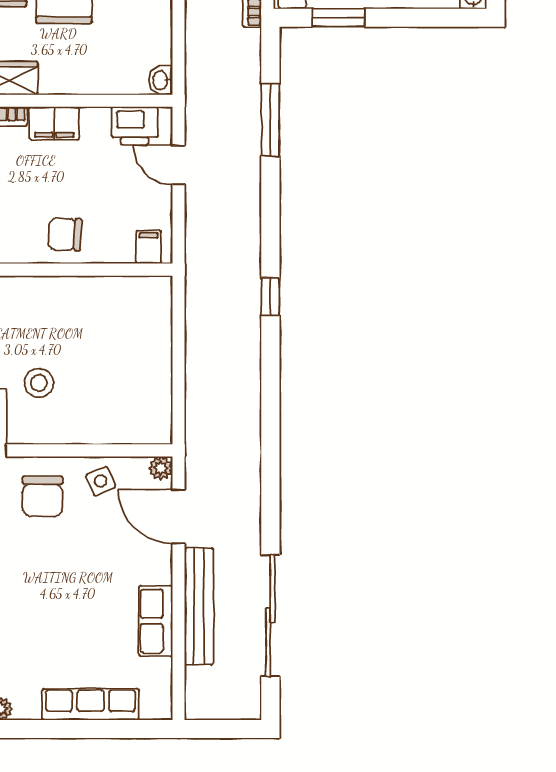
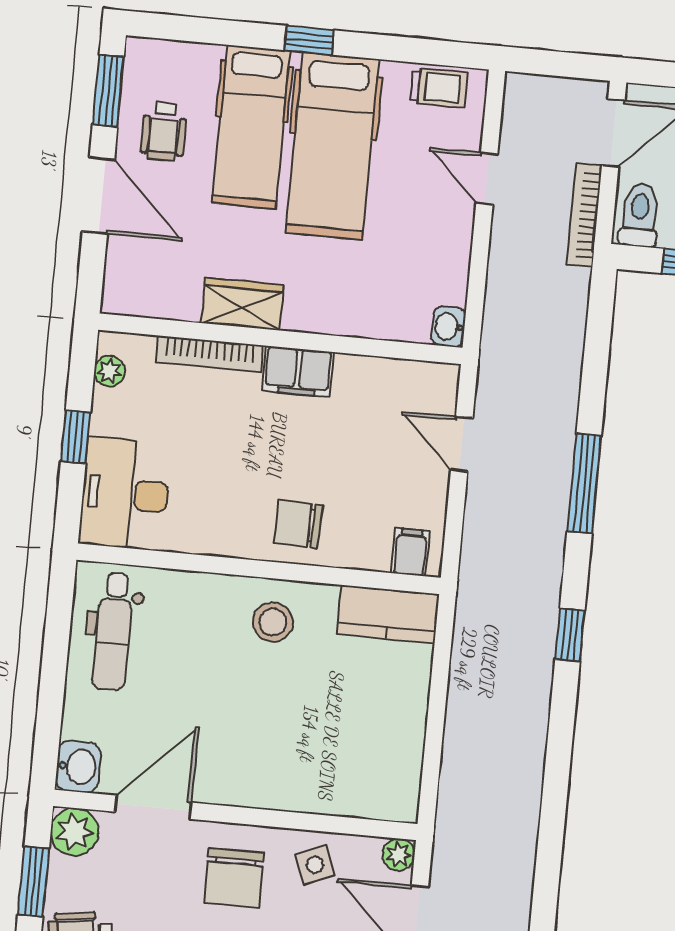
window: (270, 120) -> (584, 484), moved
printer: (135, 126) -> (407, 385), removed
kitchen counter: (137, 294) -> (388, 614), added
stool: (39, 383) -> (273, 622), moved

